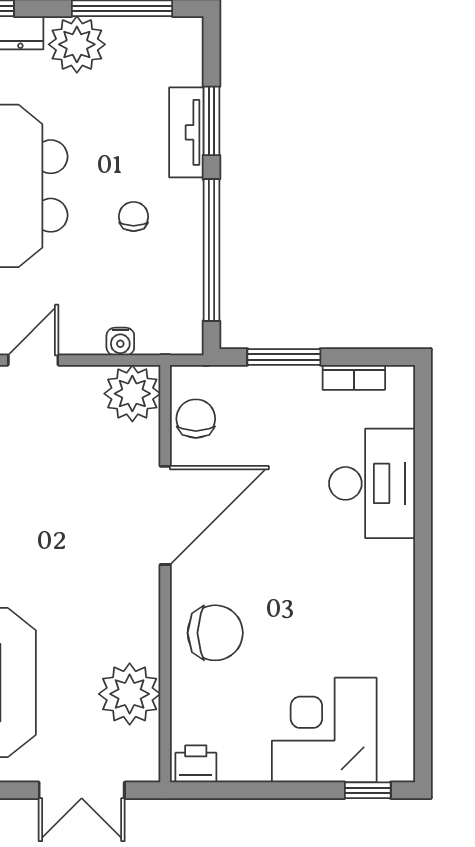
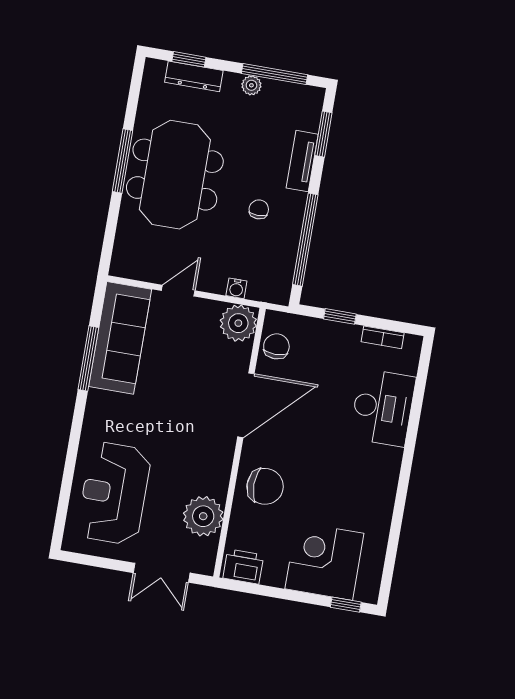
plant: (77, 44) -> (251, 85), width x0.53, depth x0.53
window: (211, 121) -> (323, 134), moved
window: (284, 357) -> (340, 316), width x0.67
printer: (196, 764) -> (243, 566), width x1.36, depth x1.24

